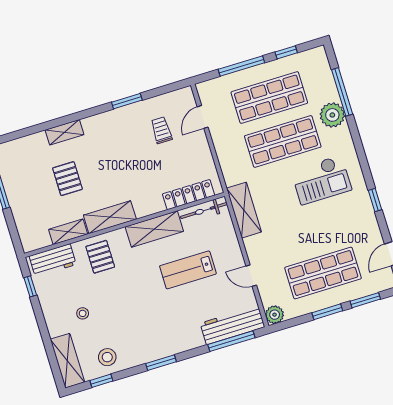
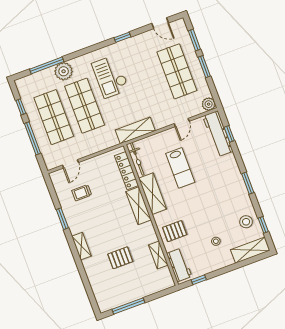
door: (203, 117) -> (70, 164), hinge flipped
shelving: (65, 132) -> (81, 246), moved
checkout: (321, 180) -> (110, 76), turned 180
shelving: (110, 217) -> (138, 206), moved
window: (231, 341) -> (229, 134), width x0.46

